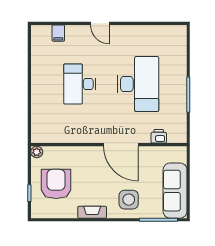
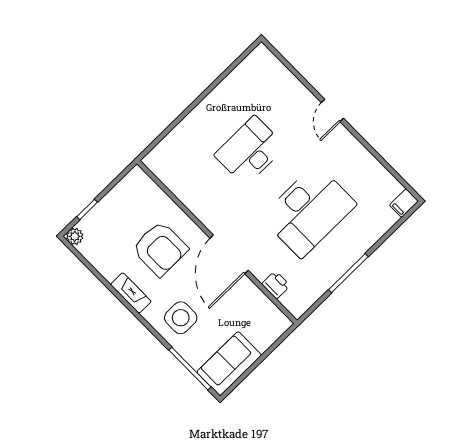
filing cabinet: (58, 33) -> (404, 203), moved
plant: (37, 152) -> (75, 236), moved
armchair: (56, 184) -> (160, 249), moved, turned 90
sofa: (175, 191) -> (229, 364), width x0.73

